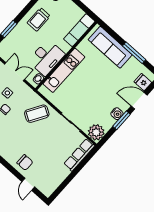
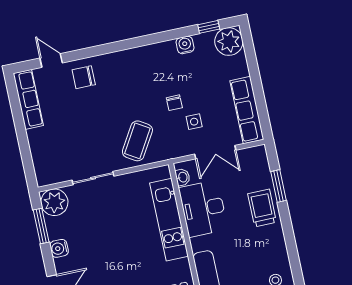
trolley: (39, 19) -> (262, 208), moved
window: (121, 120) -> (41, 226), moved
row of seats: (79, 155) -> (28, 99), moved

